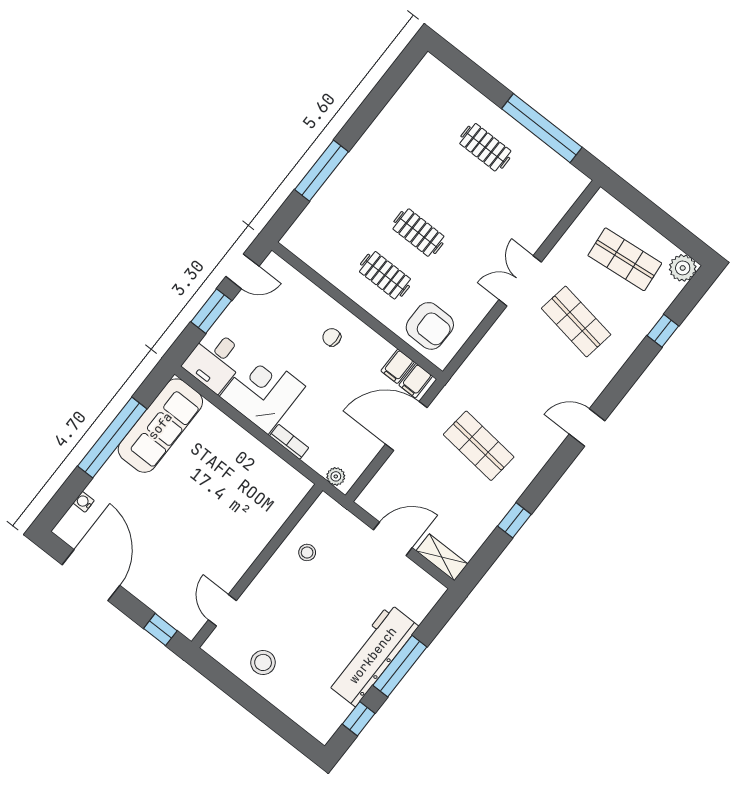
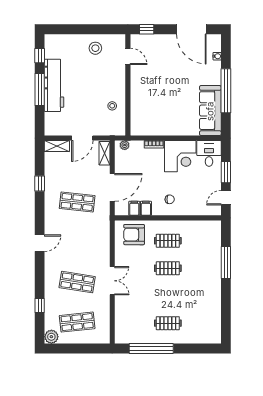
filing cabinet: (416, 381) -> (146, 208), moved
shelving: (377, 488) -> (104, 153), added

